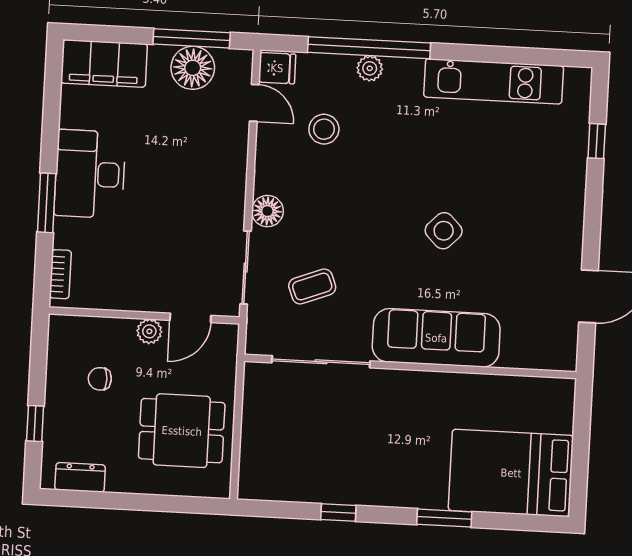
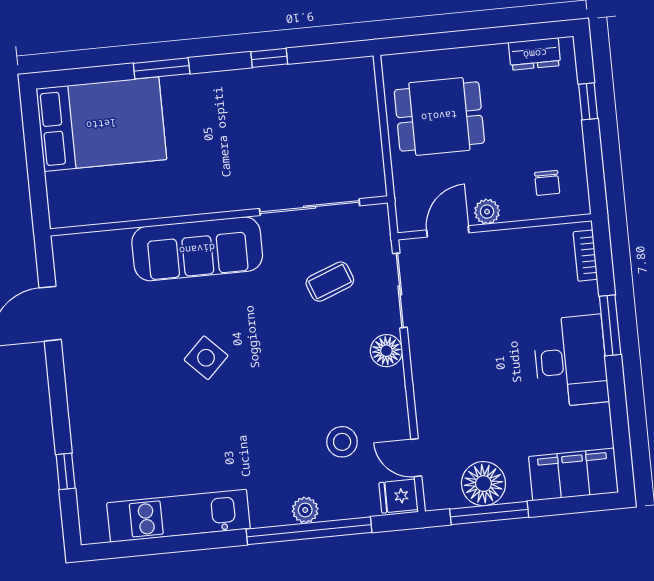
chair: (100, 379) -> (547, 183), moved, turned 90

